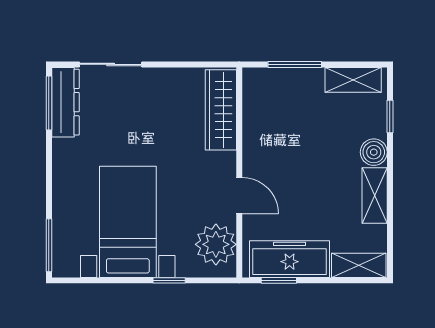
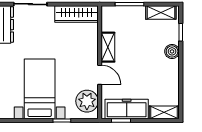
wardrobe: (221, 110) -> (76, 14), moved, turned -90
shelving: (375, 196) -> (108, 47), moved

